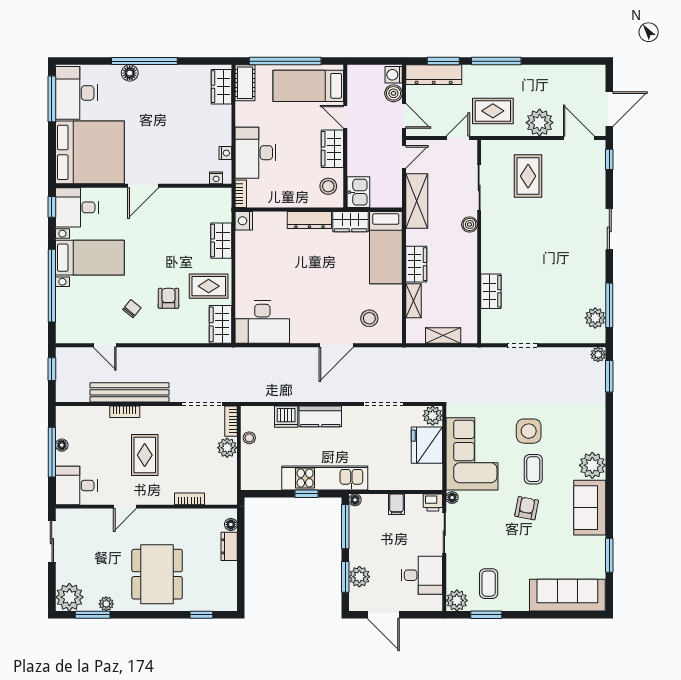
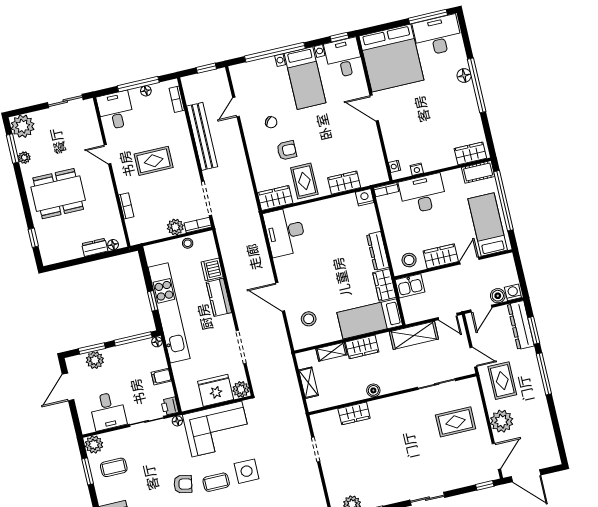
boiler: (470, 224) -> (373, 390), moved
bookcase: (125, 412) -> (177, 99), moved
kitchen unit: (325, 478) -> (169, 313), width x1.36

